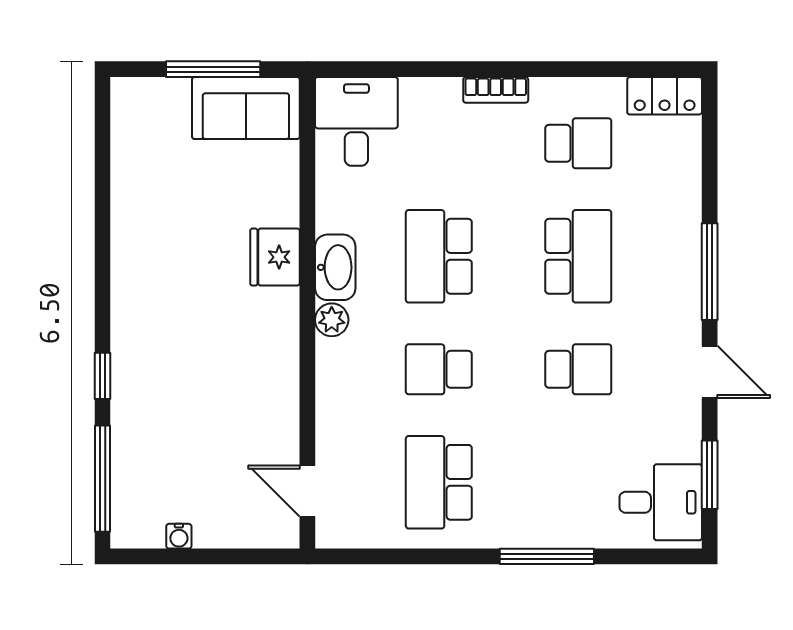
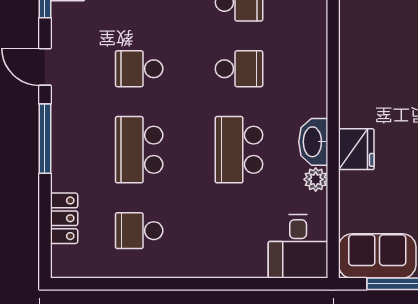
bookcase: (496, 90) -> (198, 269), removed
locker: (665, 96) -> (64, 218), moved, turned 90
school desk: (439, 256) -> (239, 150), turned 180
plant: (332, 320) -> (316, 179), moved

